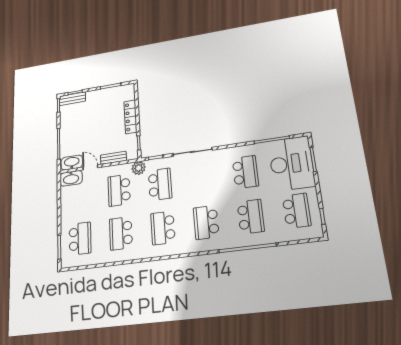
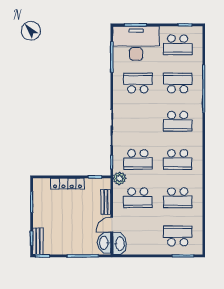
school desk: (160, 184) -> (138, 159), turned 180
school desk: (297, 211) -> (178, 45), turned 180

